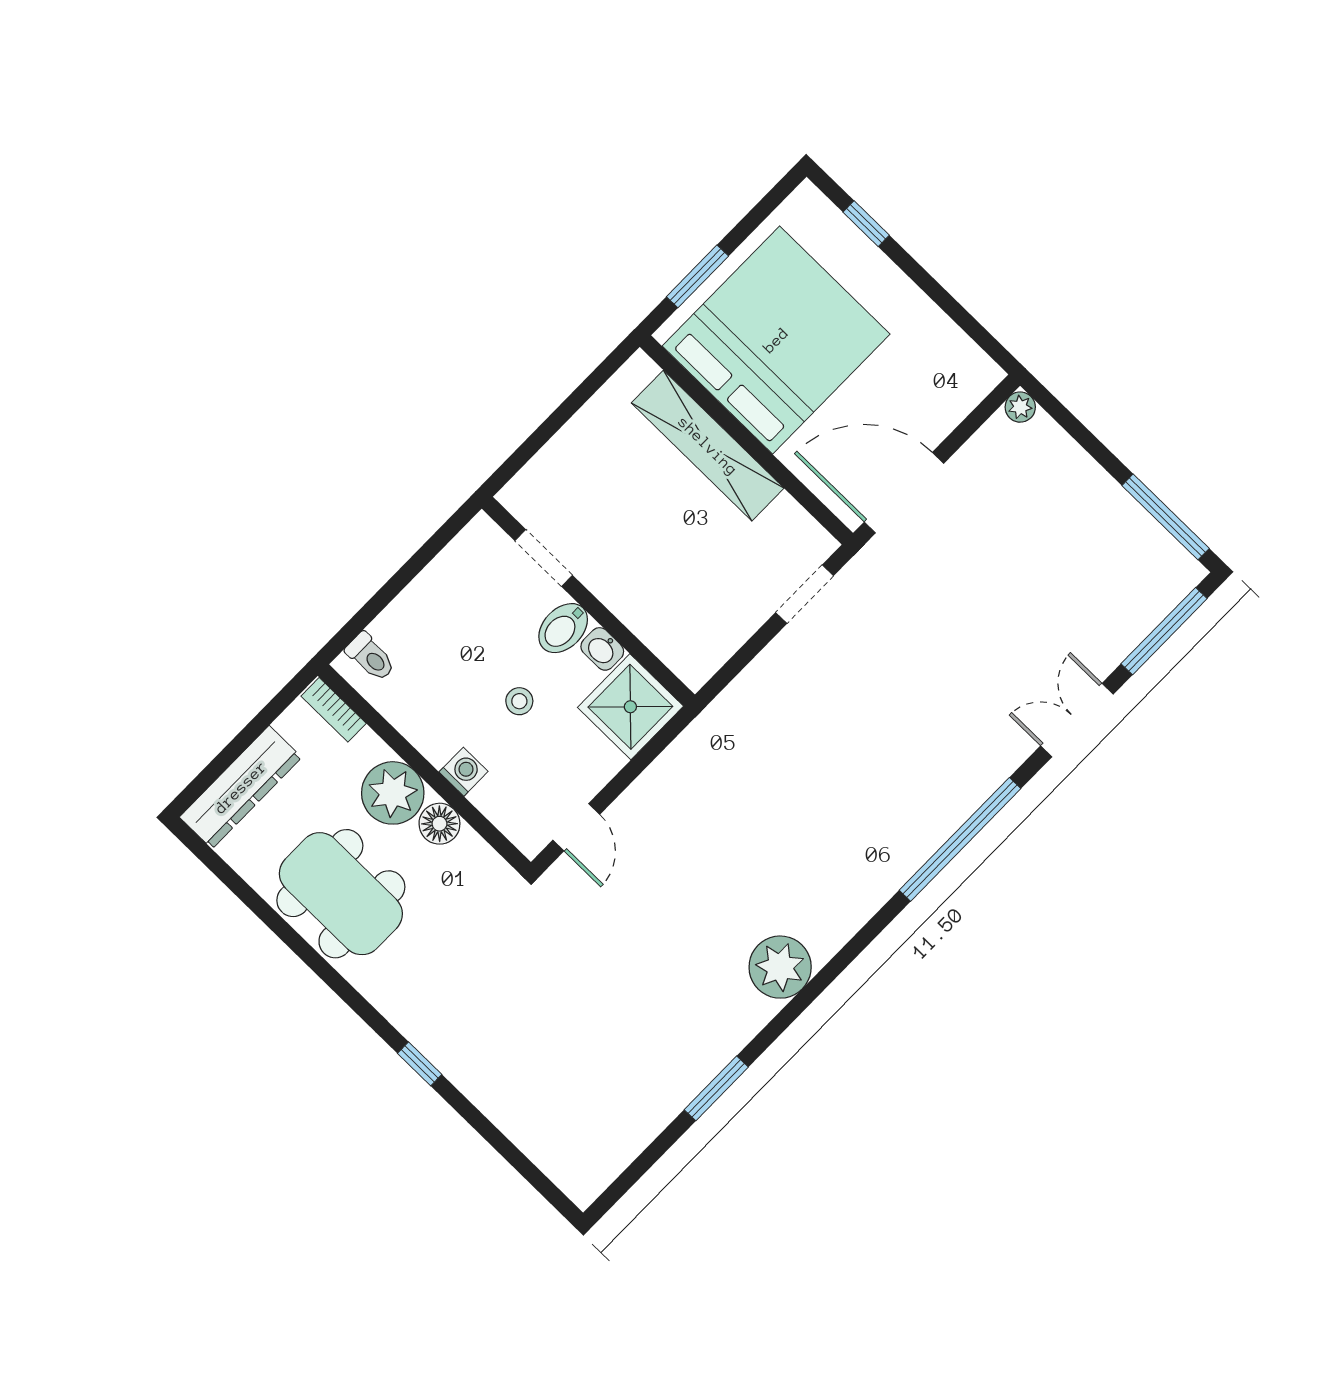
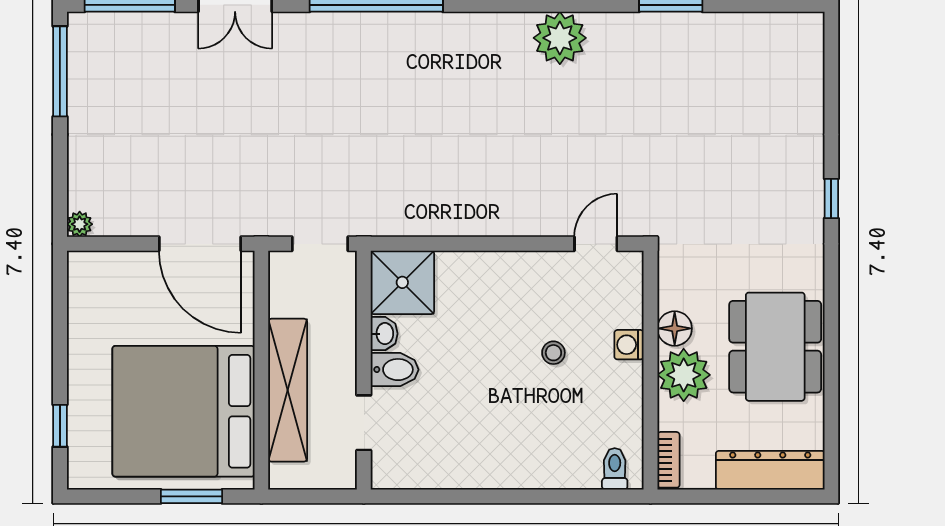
doorway: (544, 558) -> (364, 423), moved
wall: (588, 602) -> (364, 370), moved
bidet: (563, 628) -> (395, 370), moved
washbasin: (602, 649) -> (384, 334), moved
shower: (630, 707) -> (402, 282), moved

